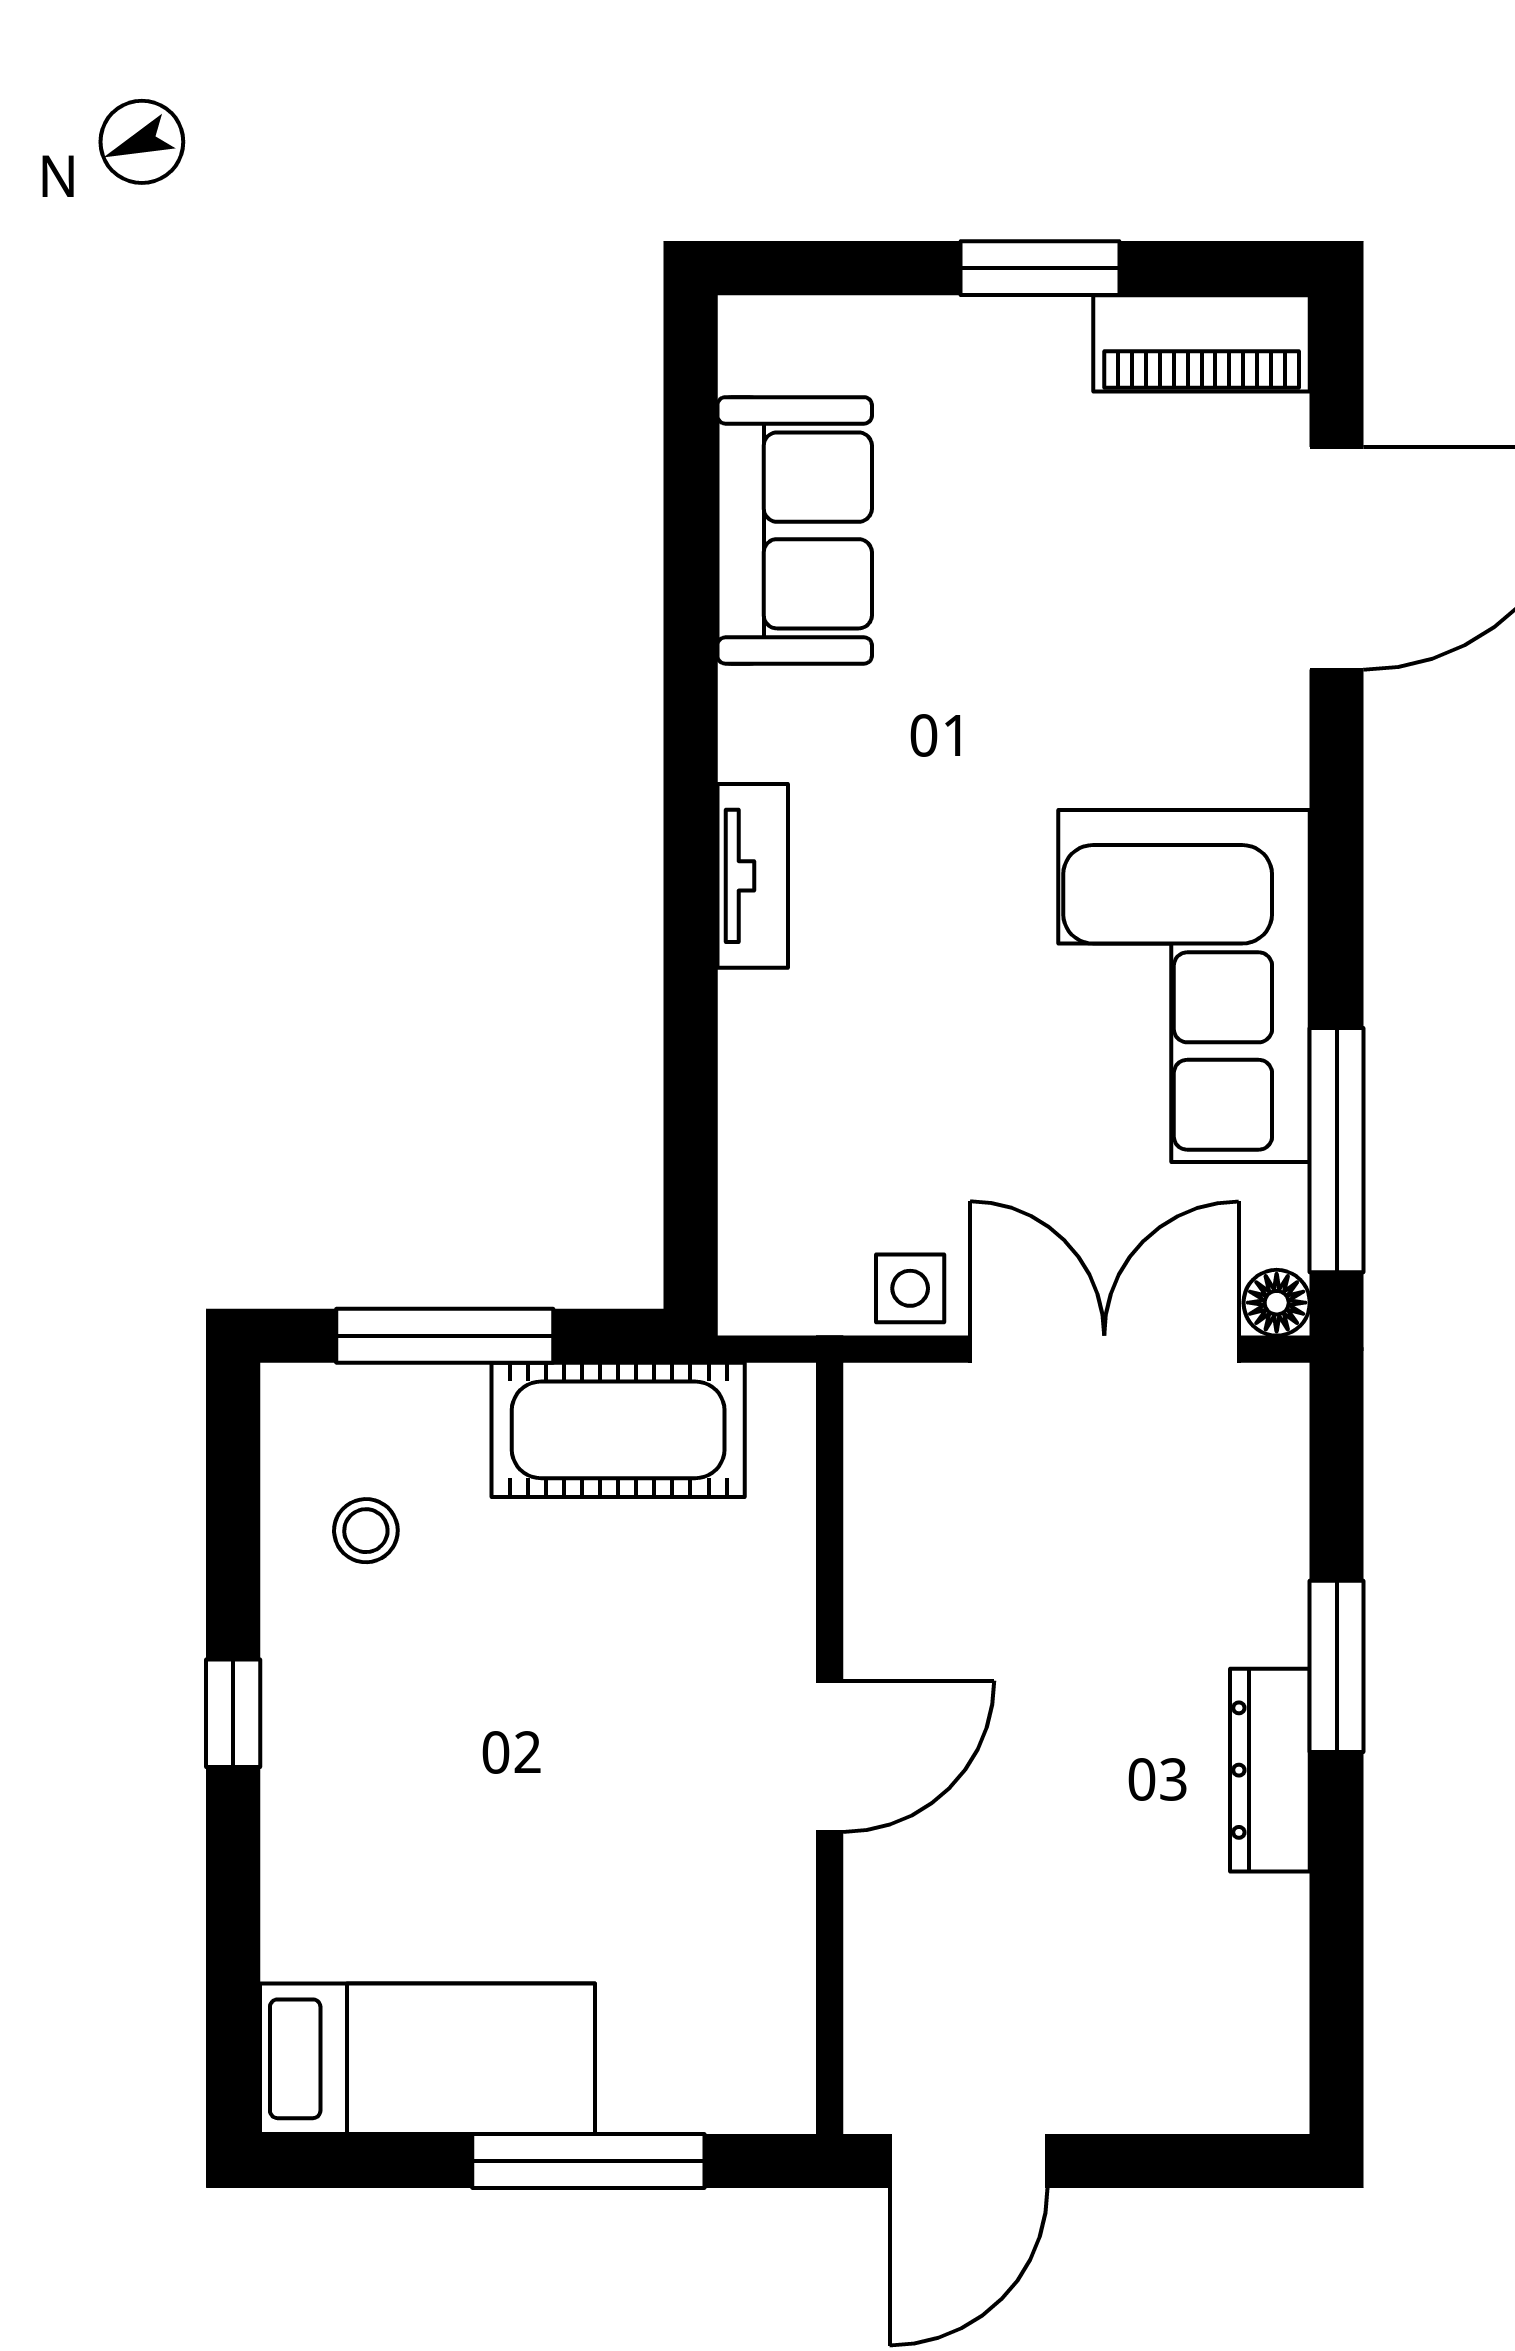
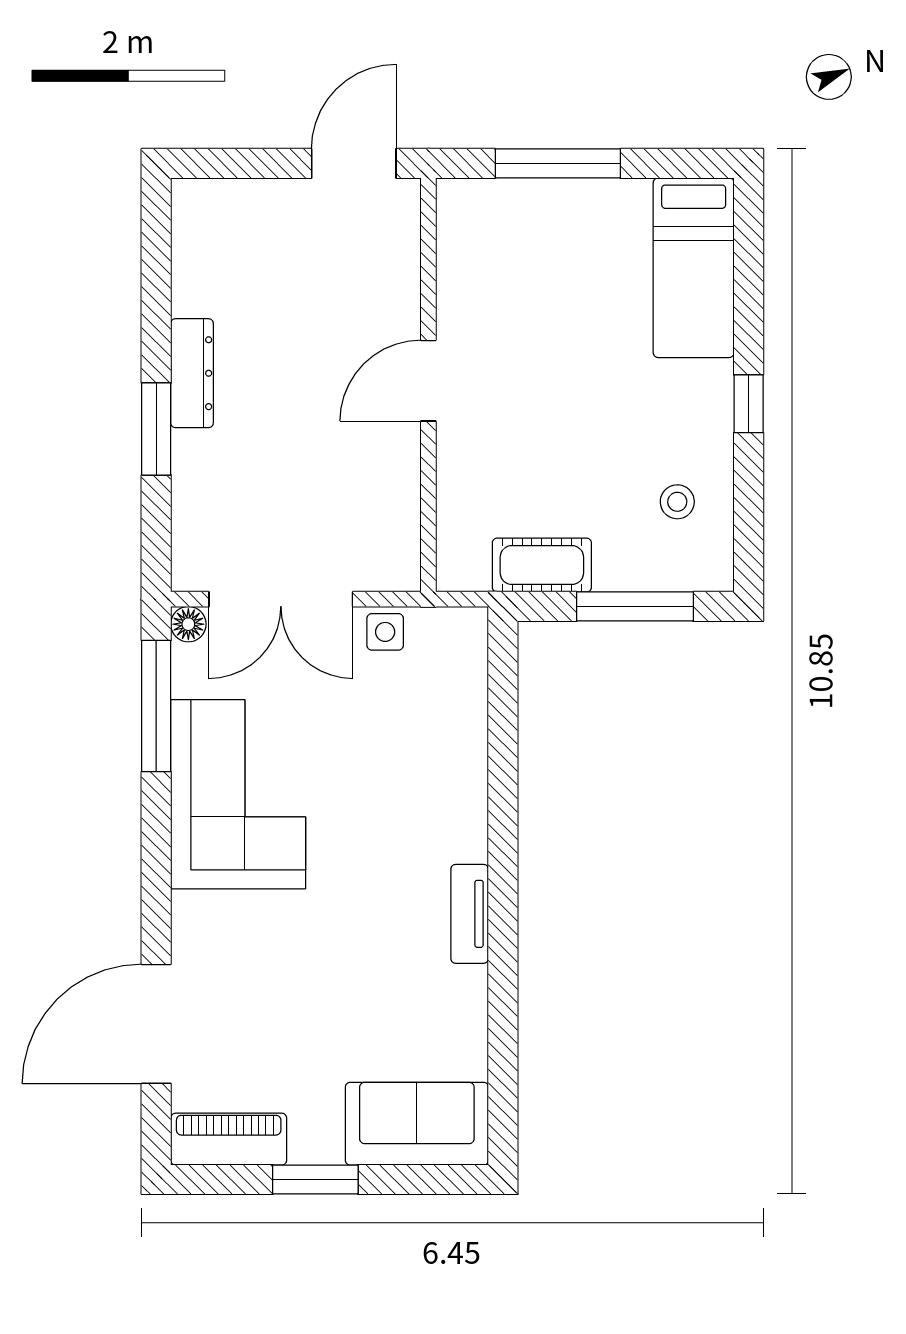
sofa: (795, 530) -> (417, 1124), moved, turned 90
tv unit: (753, 876) -> (470, 914), moved
cot: (618, 1430) -> (542, 565), width x0.73, depth x0.75
bed: (427, 2059) -> (694, 268), moved, turned -90

